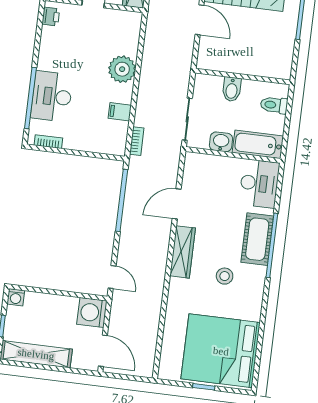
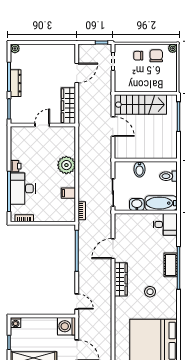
printer: (51, 16) -> (16, 166), moved
desk: (259, 184) -> (165, 224), width x0.73
cot: (257, 239) -> (171, 265), width x0.73, depth x0.75

